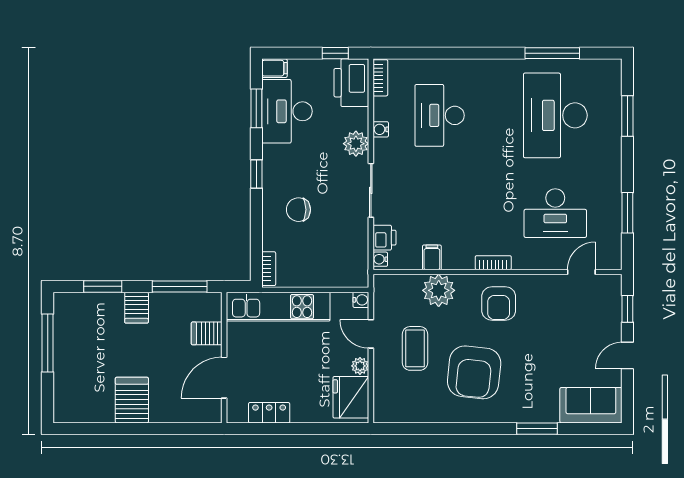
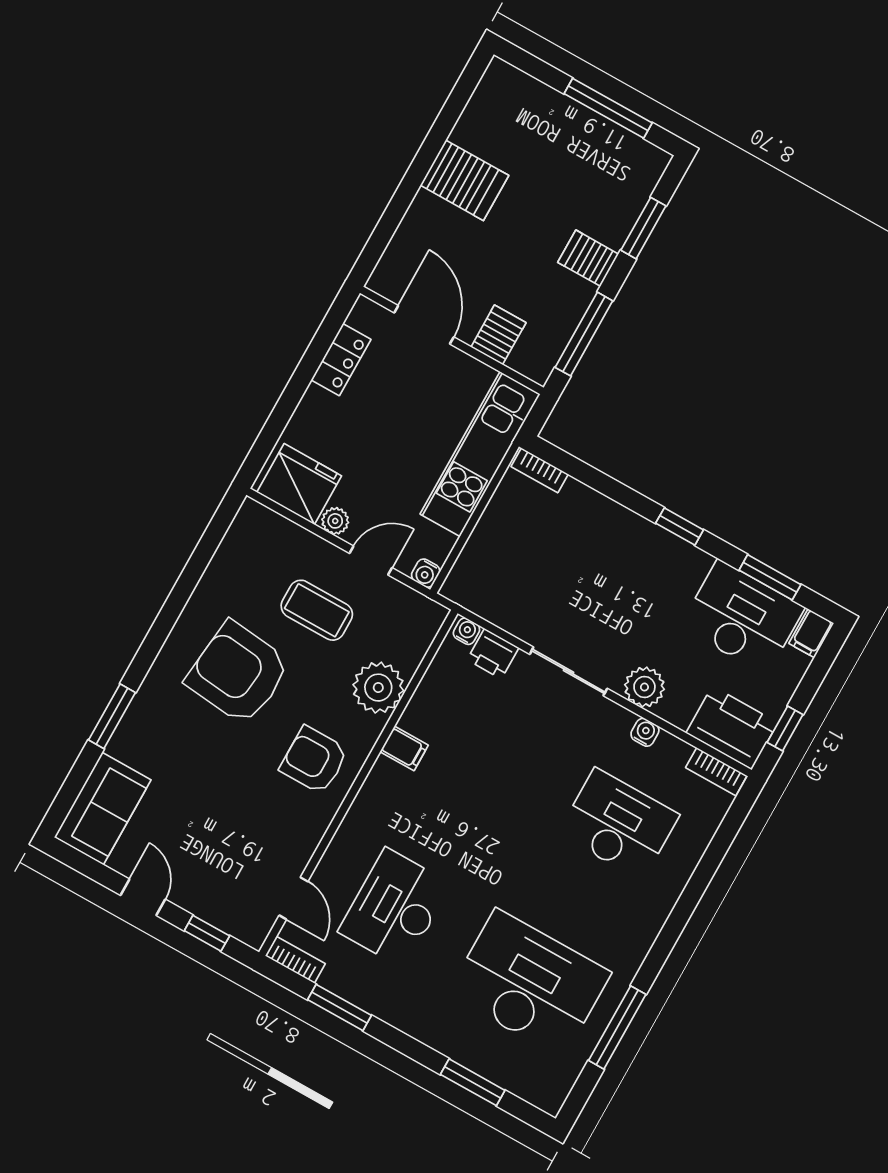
chair: (298, 210) -> (598, 557), removed
filing cabinet: (432, 257) -> (404, 748), moved
bookcase: (493, 263) -> (295, 960), moved, turned -90

